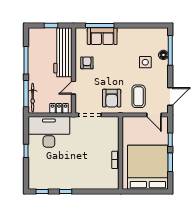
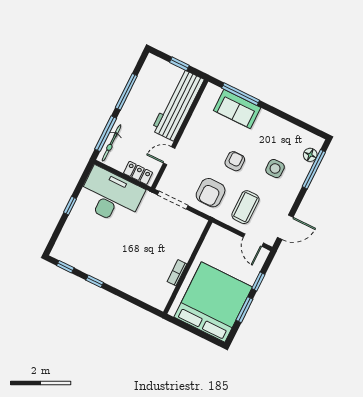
floor lamp: (163, 55) -> (310, 155), moved
armchair: (87, 63) -> (235, 161), moved

